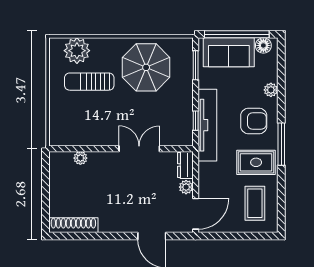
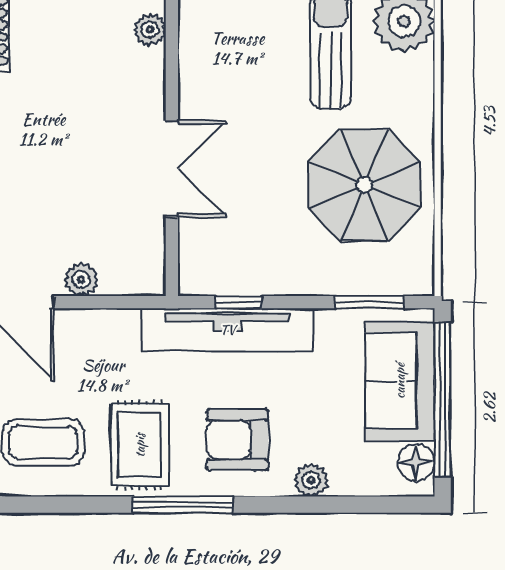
armchair: (254, 121) -> (237, 440), turned 90
dresser: (185, 165) -> (133, 278), removed

